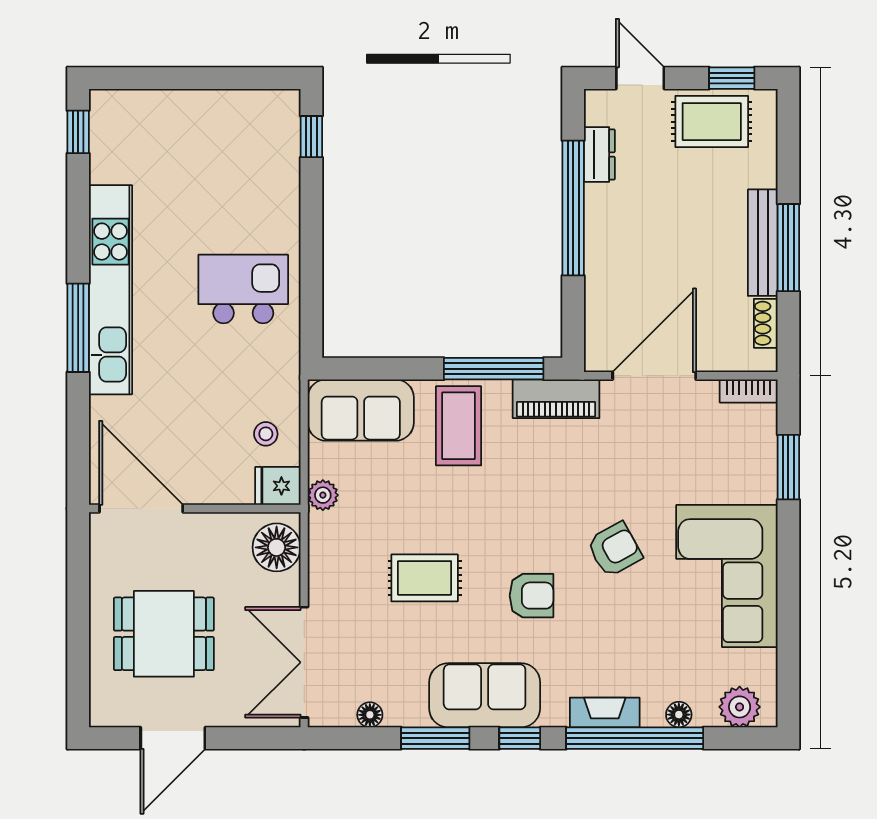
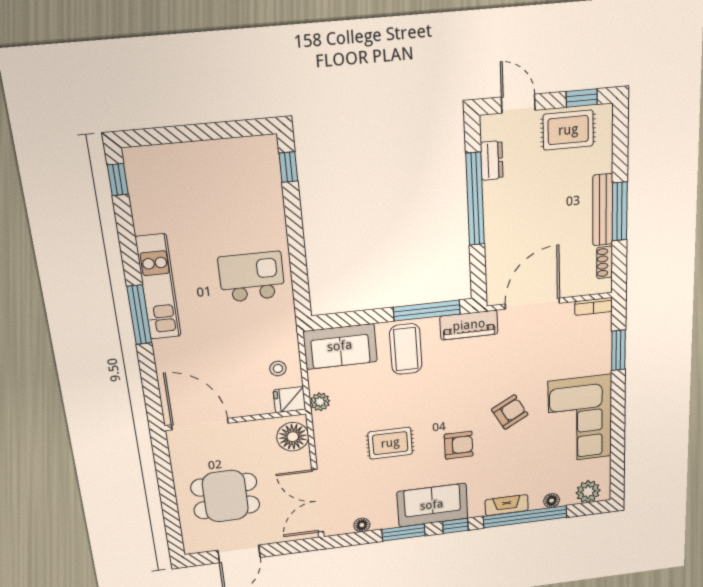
kitchen unit: (110, 290) -> (158, 287), width x0.73

